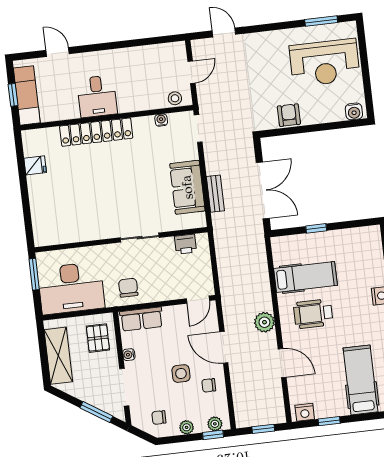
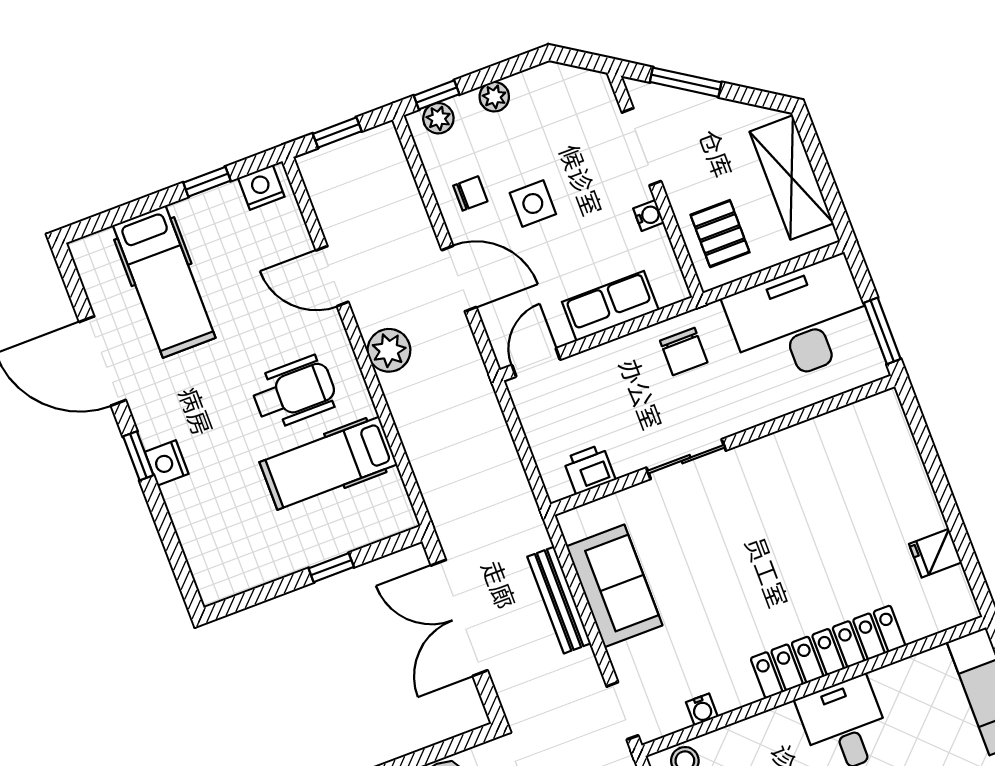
bench: (215, 194) -> (559, 600), width x1.36
row of seats: (141, 319) -> (610, 306), moved
chair: (159, 418) -> (555, 103), removed

